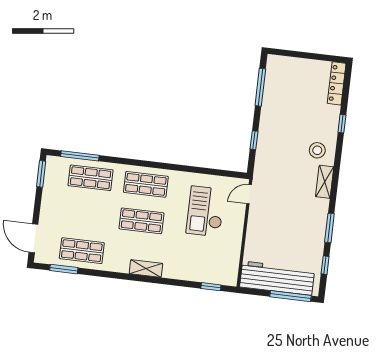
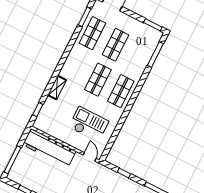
shop shelf: (91, 178) -> (115, 45), moved
shelving: (146, 269) -> (57, 88), moved
workbench: (277, 278) -> (49, 148), moved, turned 90

